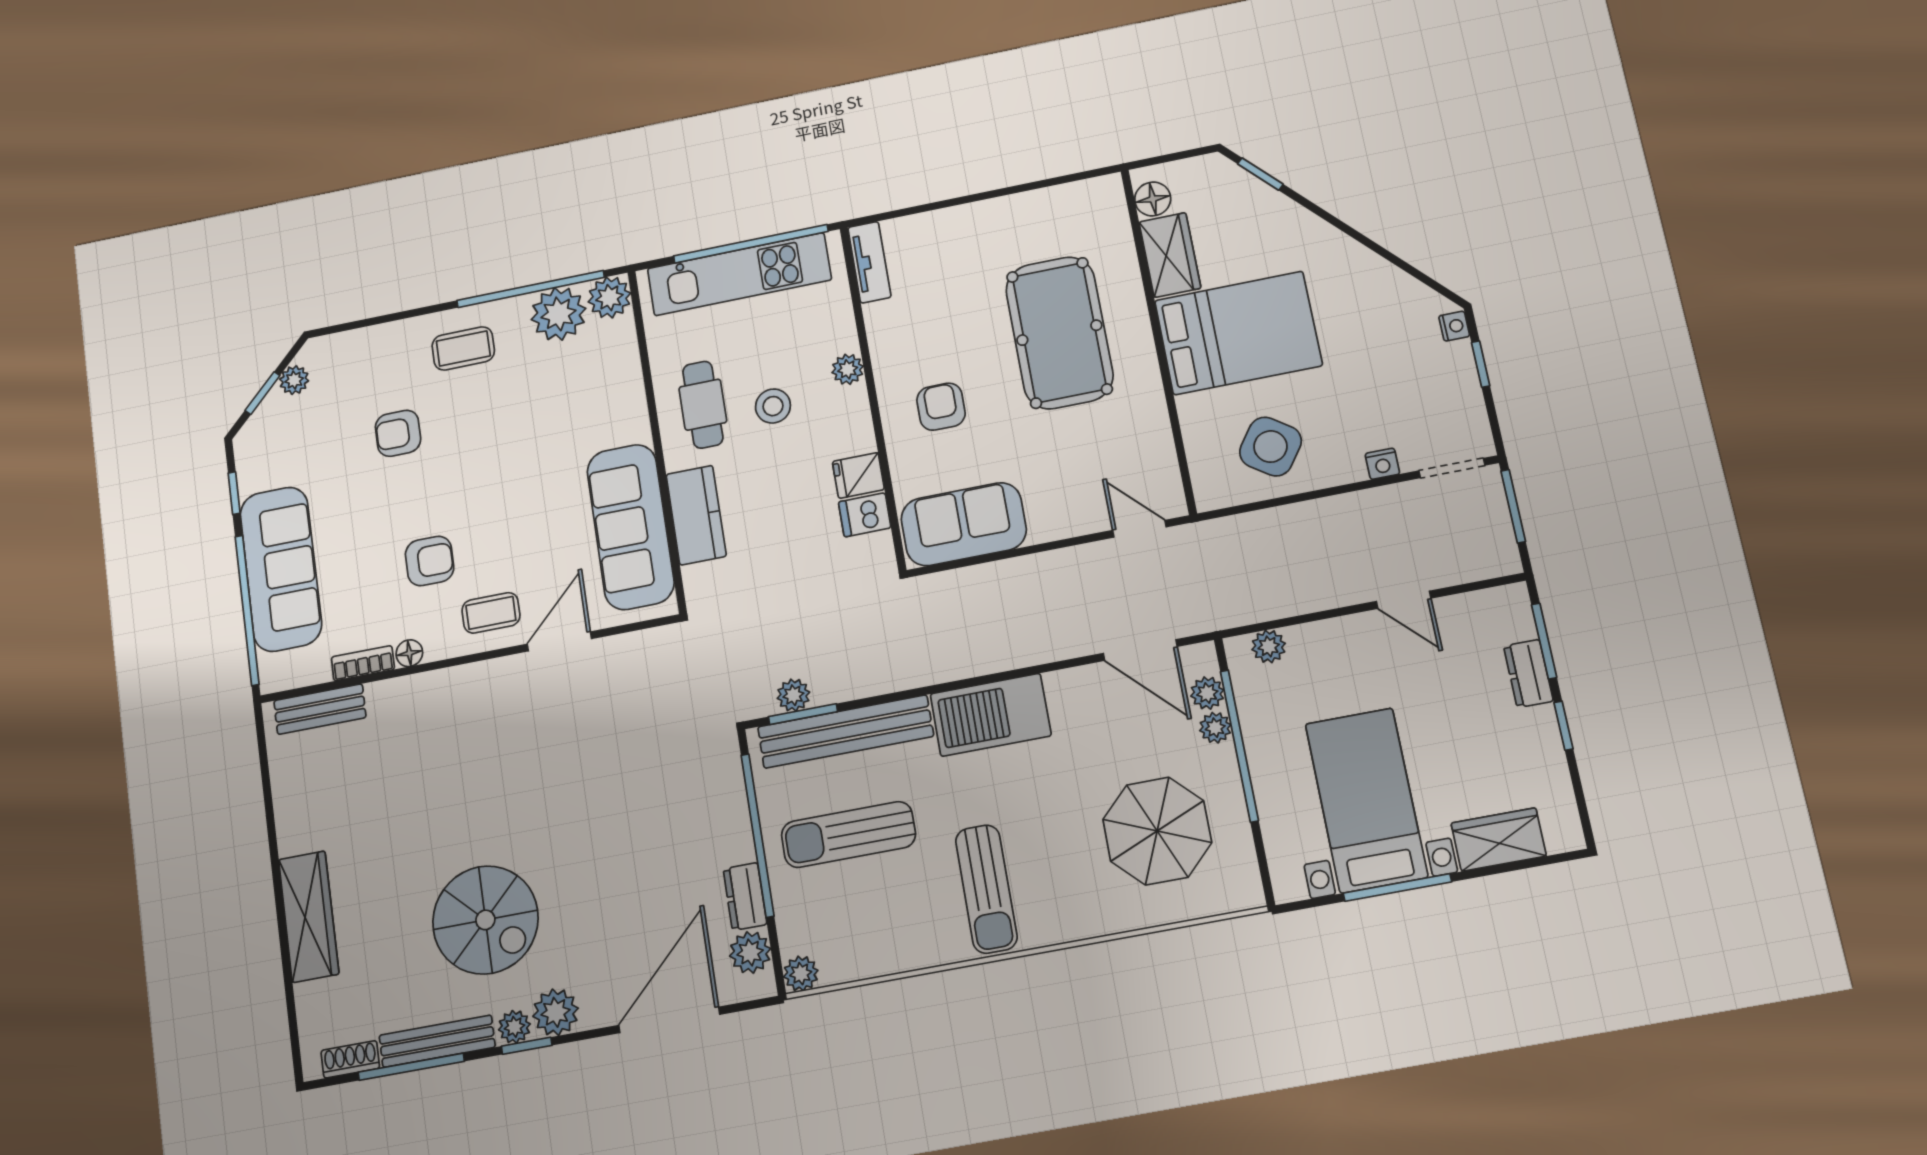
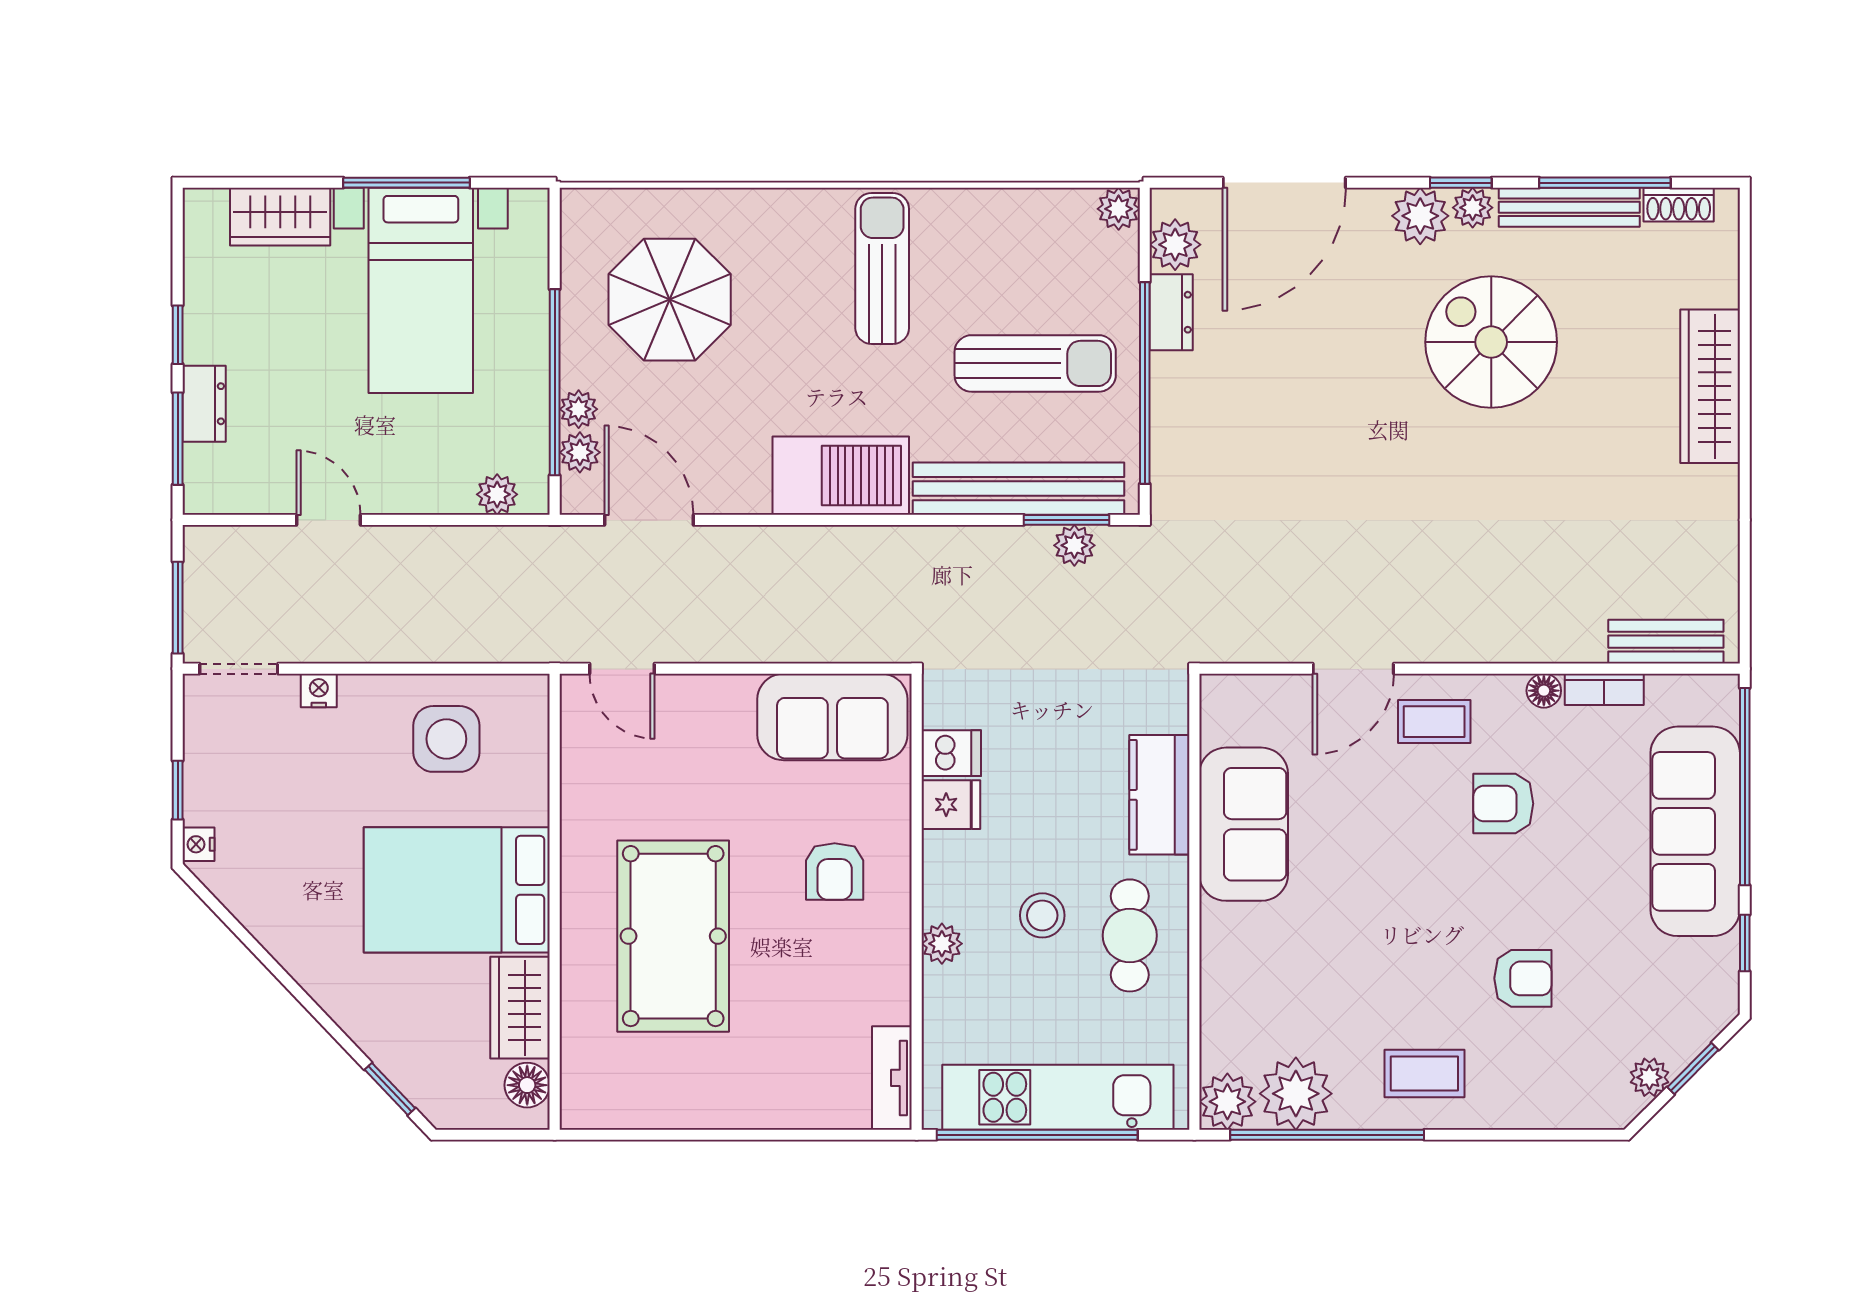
side table: (1270, 447) -> (446, 739), turned -35
sofa: (630, 527) -> (1244, 824), width x0.73

